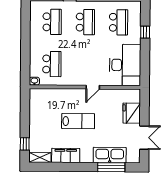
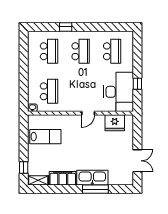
window: (145, 32) -> (137, 84), moved
fridge: (132, 113) -> (115, 123), moved, turned -90
lab bench: (78, 121) -> (45, 137), moved
kitchen sink: (110, 155) -> (92, 178), moved
window: (111, 167) -> (95, 189), moved

